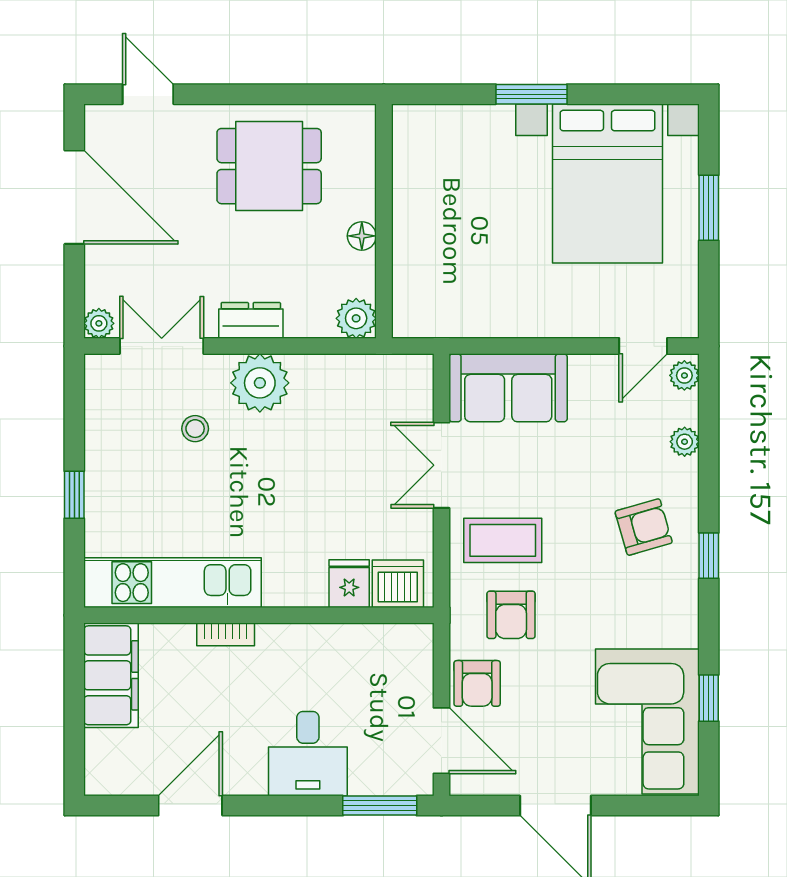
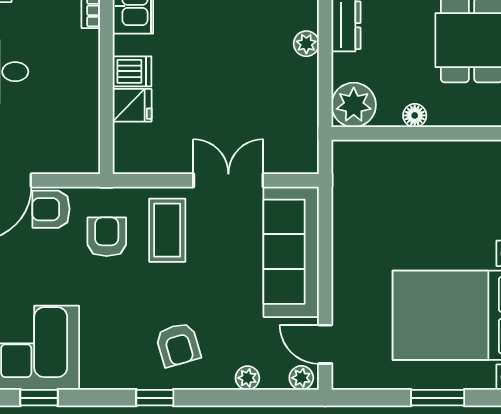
plant: (356, 318) -> (354, 105), width x1.36, depth x1.36
plant: (260, 383) -> (306, 44), width x0.53, depth x0.53
sofa: (508, 388) -> (291, 252), width x1.36
dishwasher: (398, 584) -> (132, 71), moved, width x0.73
armchair: (511, 615) -> (107, 237), turned 90

